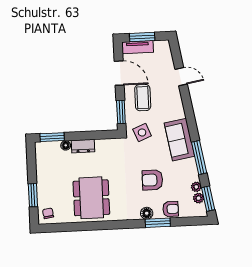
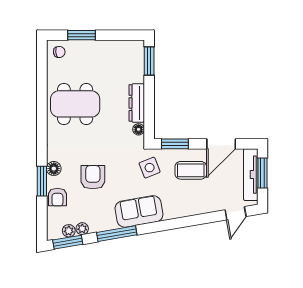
tv unit: (138, 47) -> (251, 175), width x1.41
door: (181, 77) -> (236, 213), moved
floor lamp: (66, 145) -> (139, 129), moved
dresser: (83, 146) -> (137, 103), width x1.44

